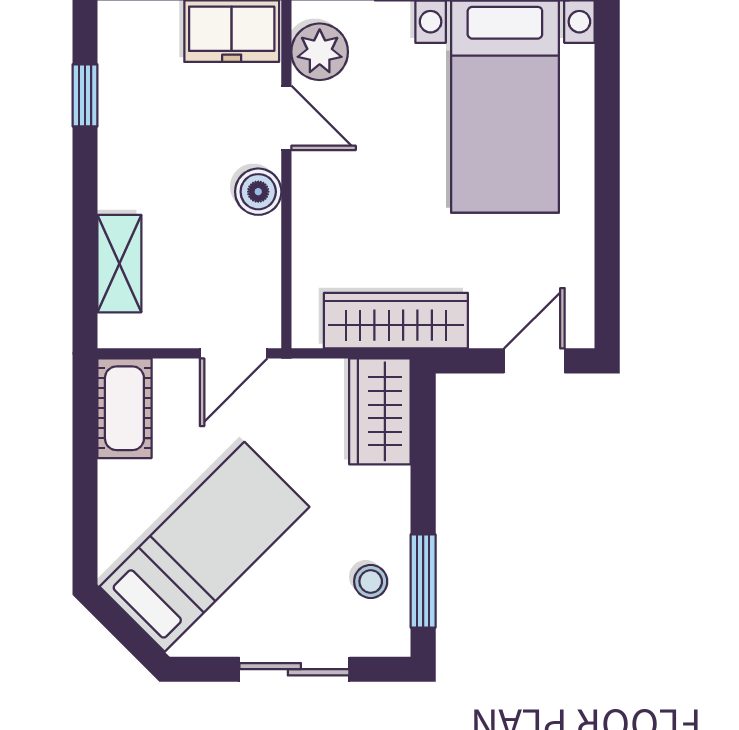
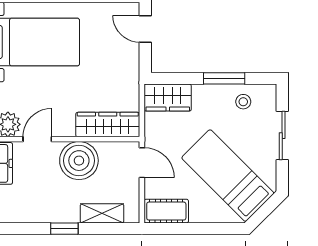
window: (85, 95) -> (64, 229), moved
boiler: (258, 192) -> (79, 161), width x1.86, depth x1.86
wardrobe: (396, 321) -> (108, 125), moved, turned 90
window: (423, 581) -> (224, 78), moved

